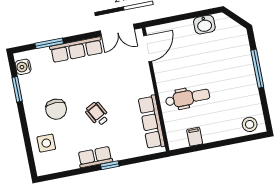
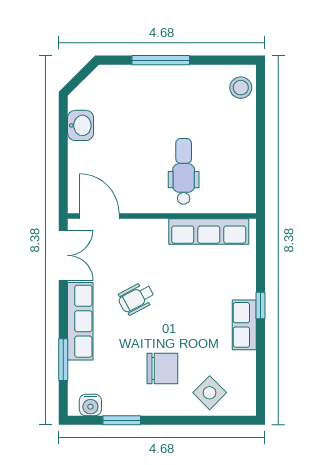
wheelchair: (97, 114) -> (136, 298), moved
filing cabinet: (195, 137) -> (243, 172), removed
side table: (46, 143) -> (210, 393), turned 45

